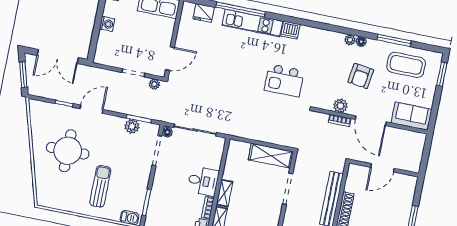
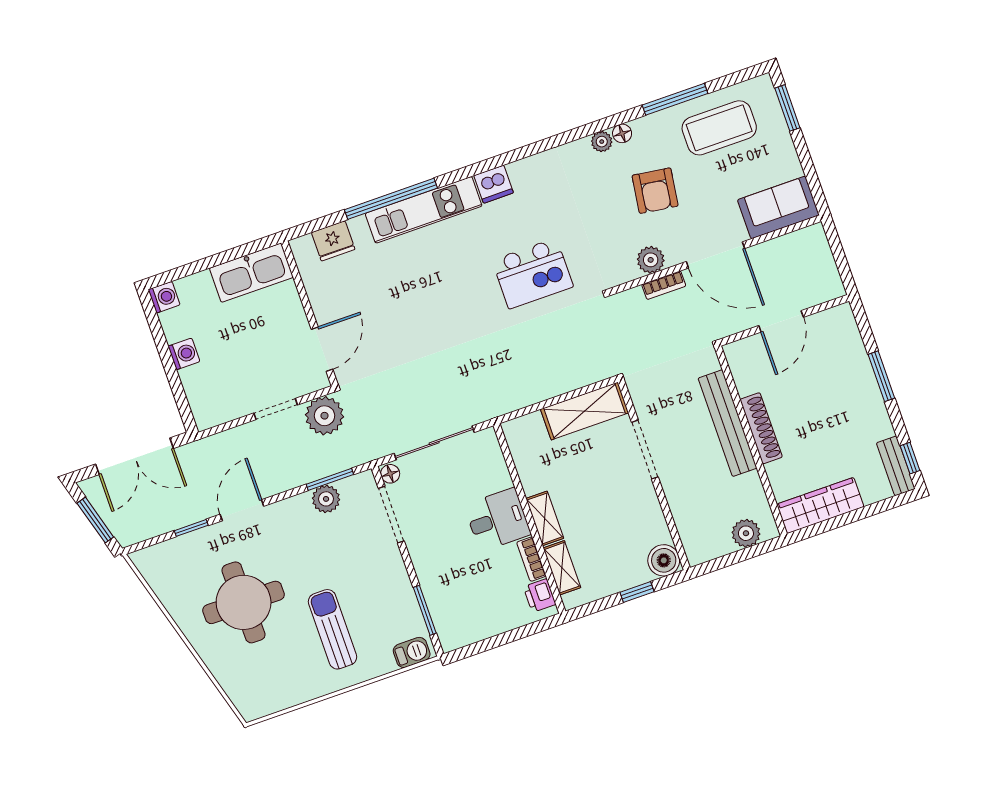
plant: (154, 84) -> (325, 416), width x1.87, depth x1.87

